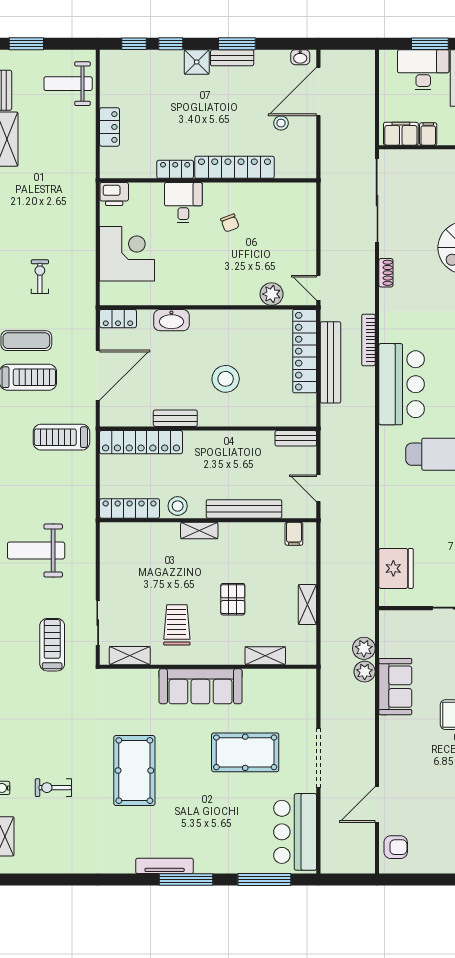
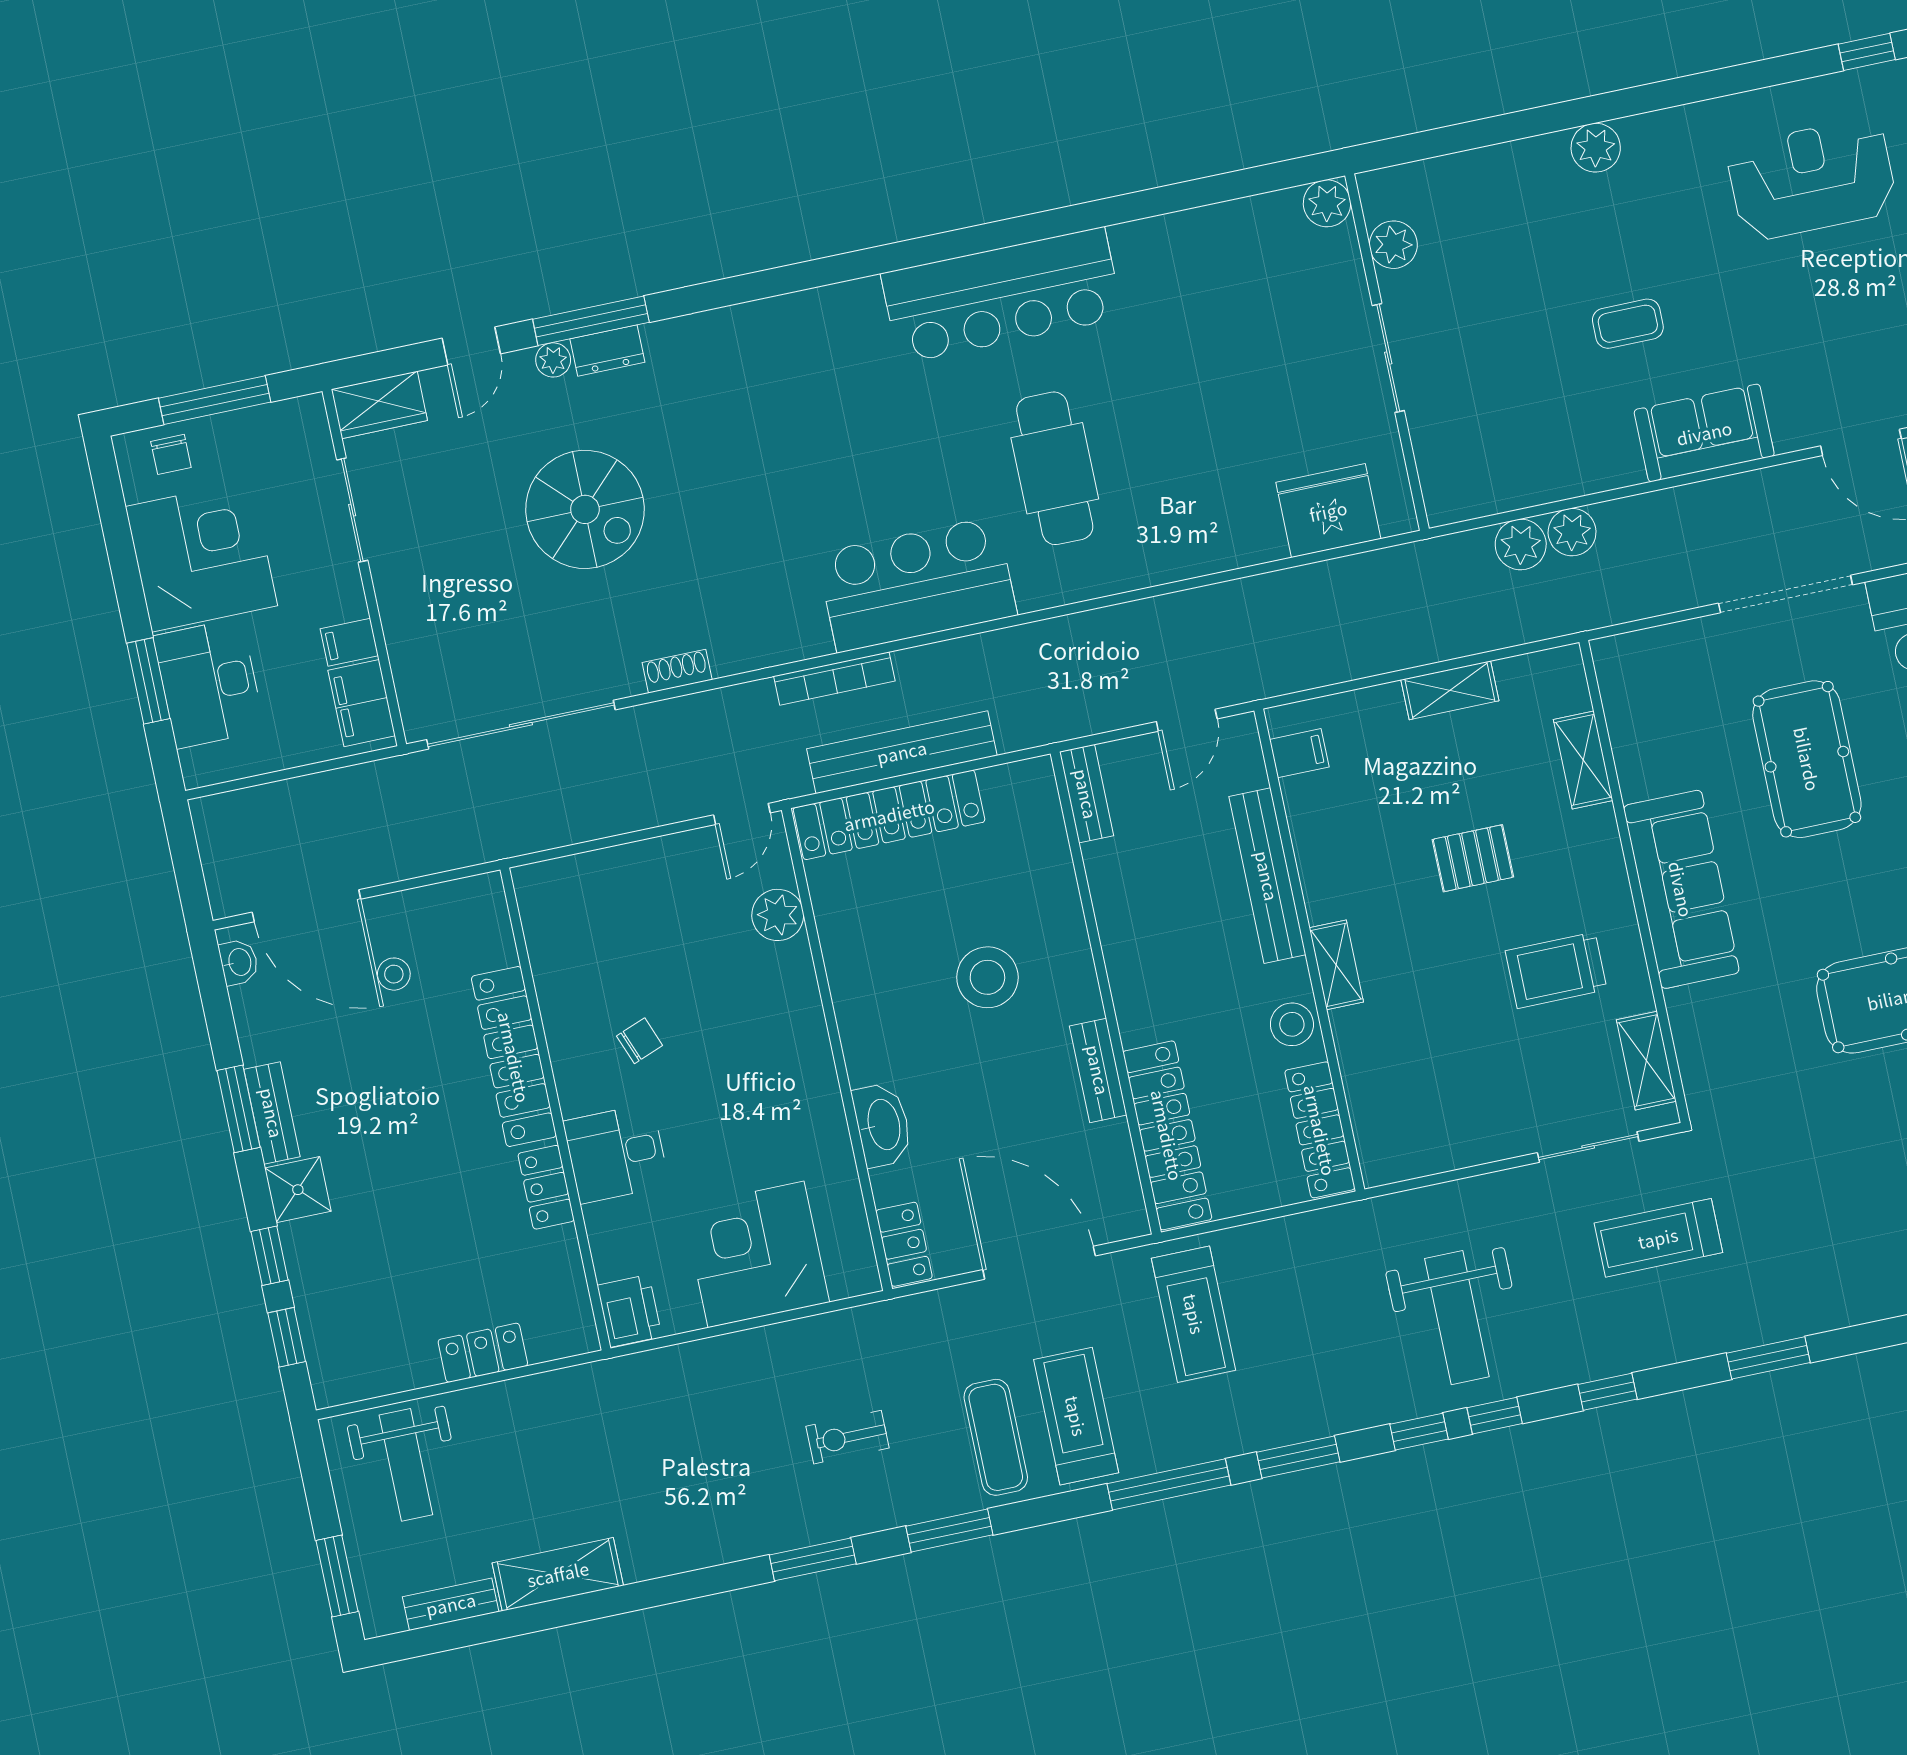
sofa: (395, 687) -> (1704, 433), moved

